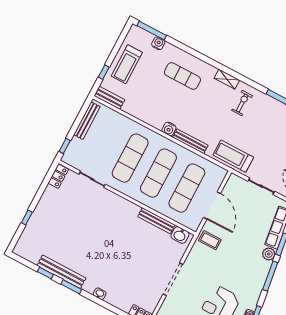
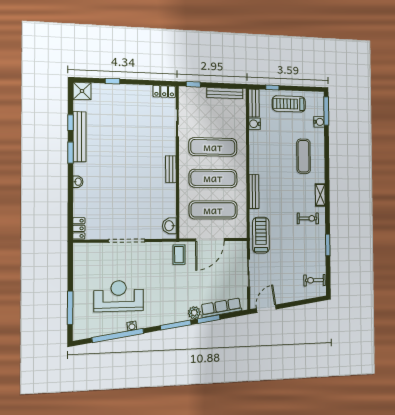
water cooler: (169, 129) -> (254, 124), moved
bench: (156, 221) -> (171, 169), moved, width x0.73
shower: (23, 249) -> (82, 91), added

